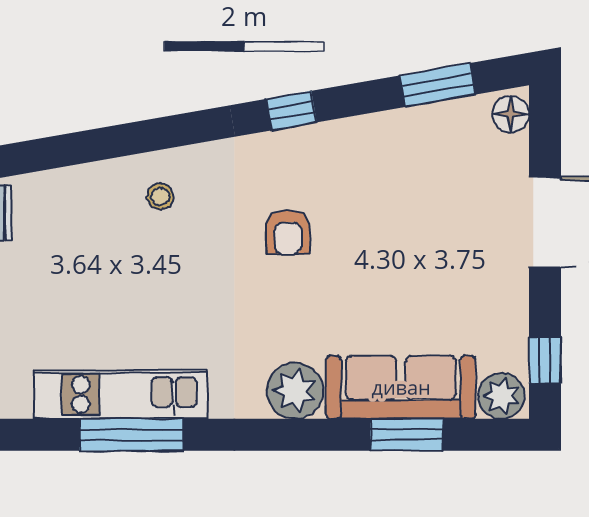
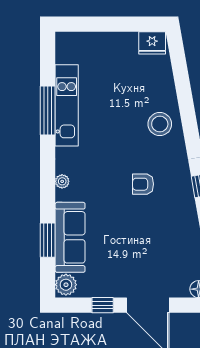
stool: (160, 197) -> (160, 124), width x1.89, depth x1.89
window: (545, 360) -> (103, 305), moved
plant: (295, 391) -> (62, 181), width x0.53, depth x0.53

